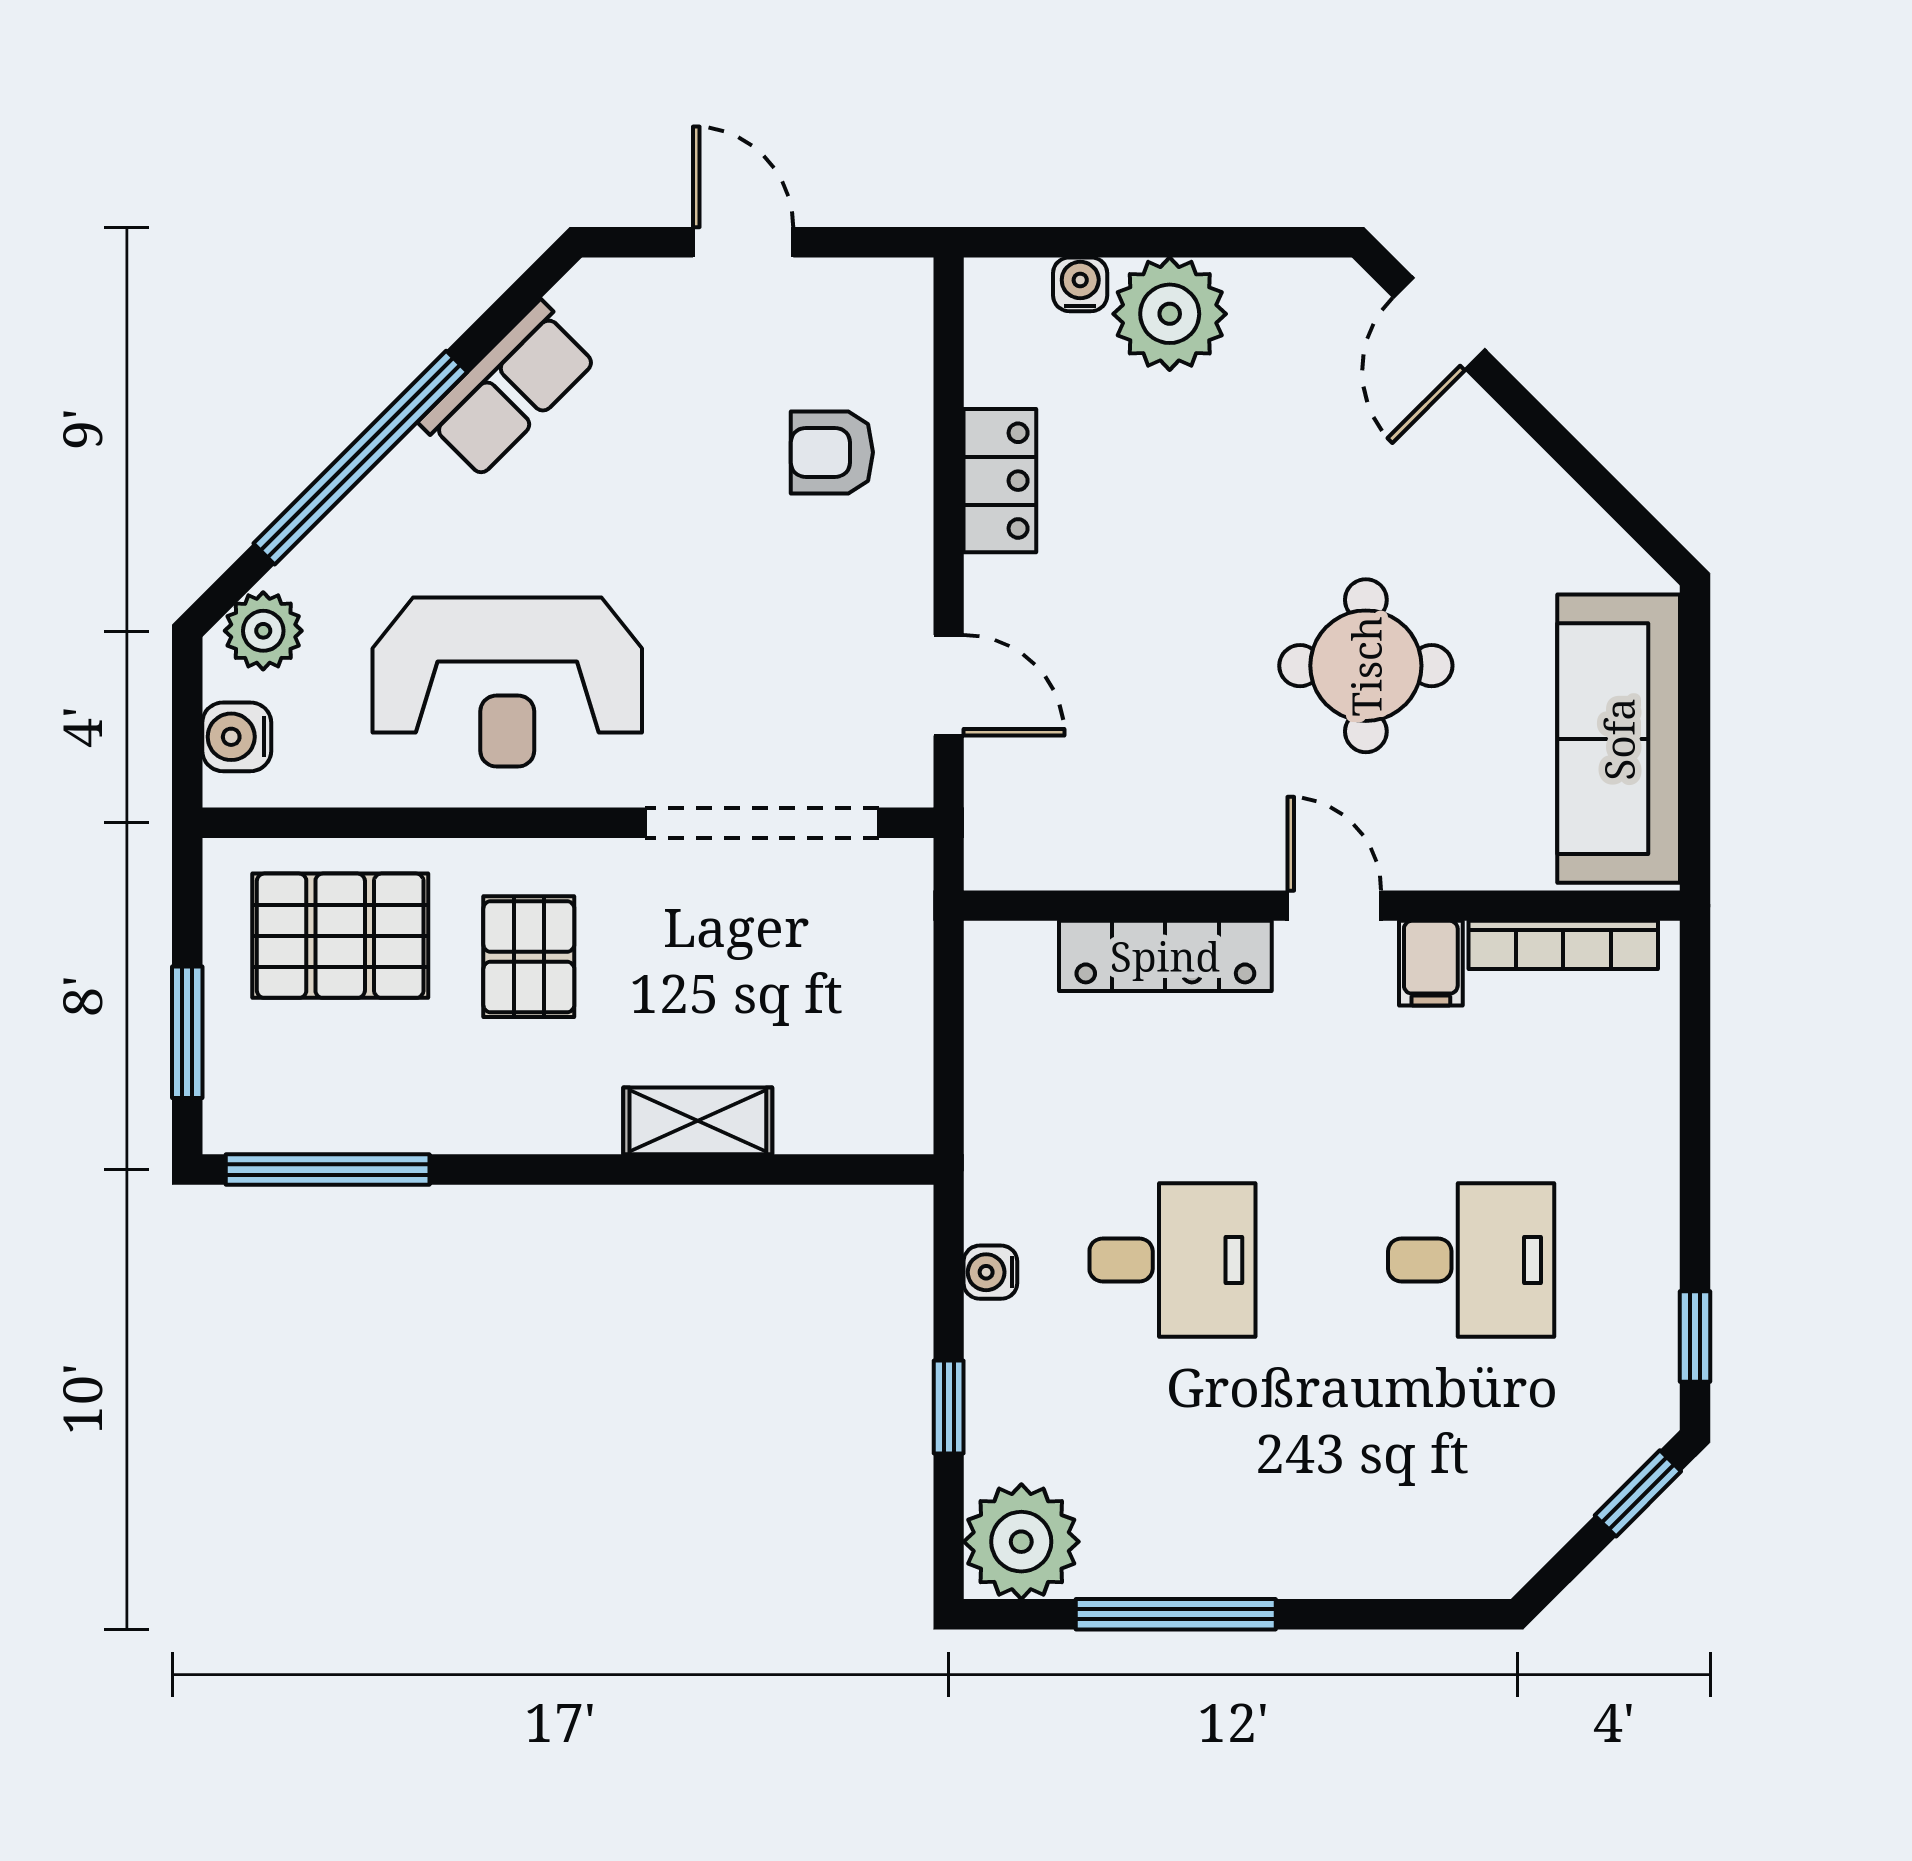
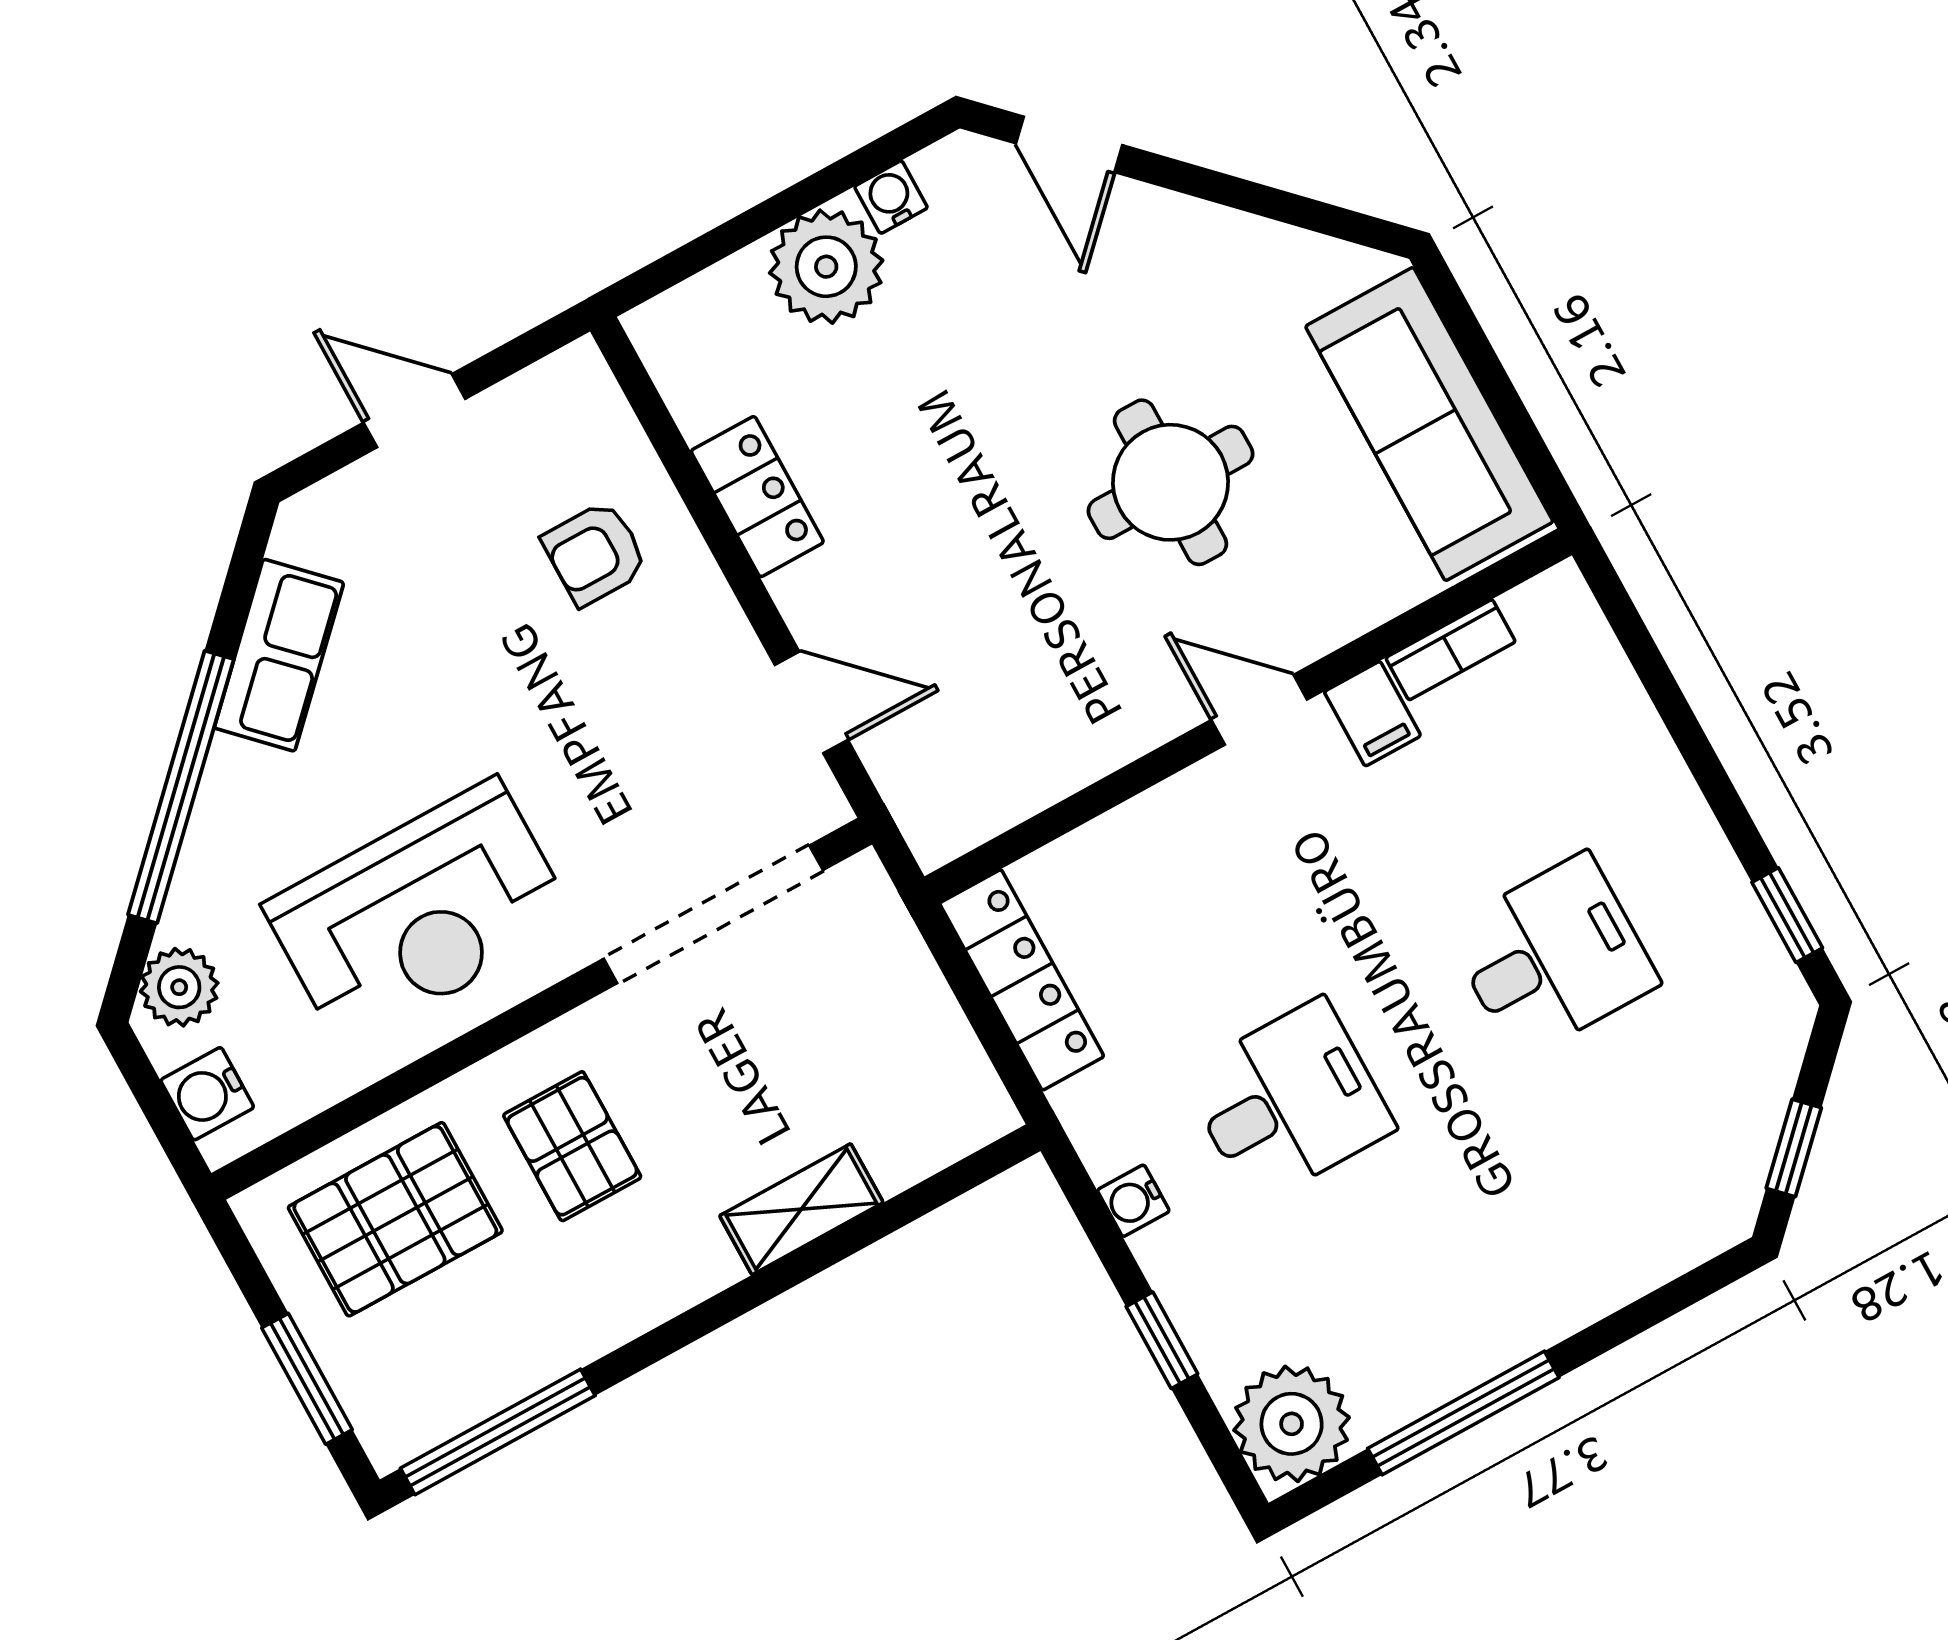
water cooler: (1080, 284) -> (891, 197), moved
bookcase: (1563, 945) -> (1451, 650), width x0.64
locker: (1165, 956) -> (1022, 980), moved, turned -90
window: (1638, 1493) -> (1794, 1148), moved

